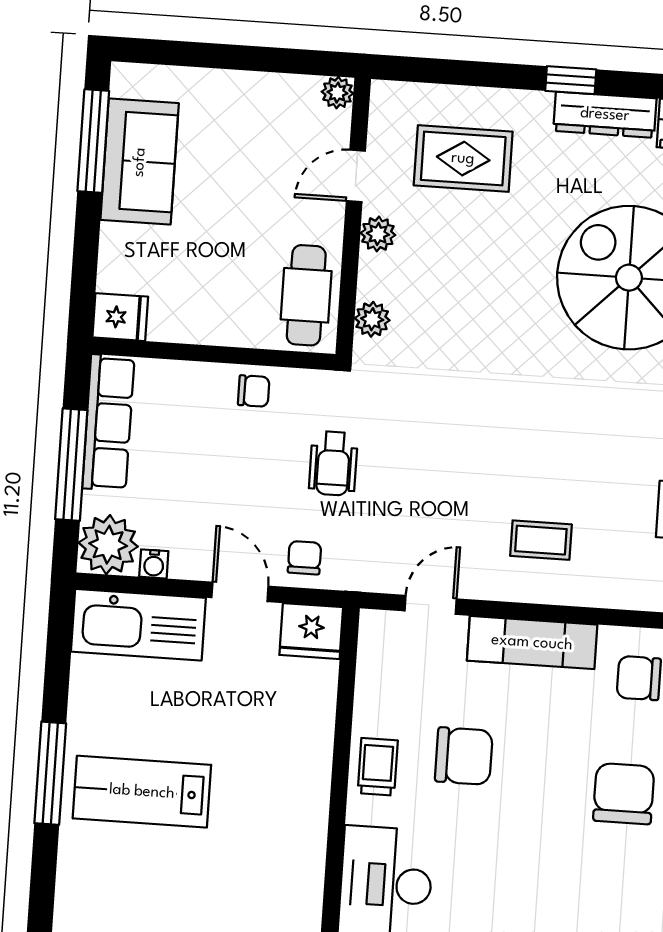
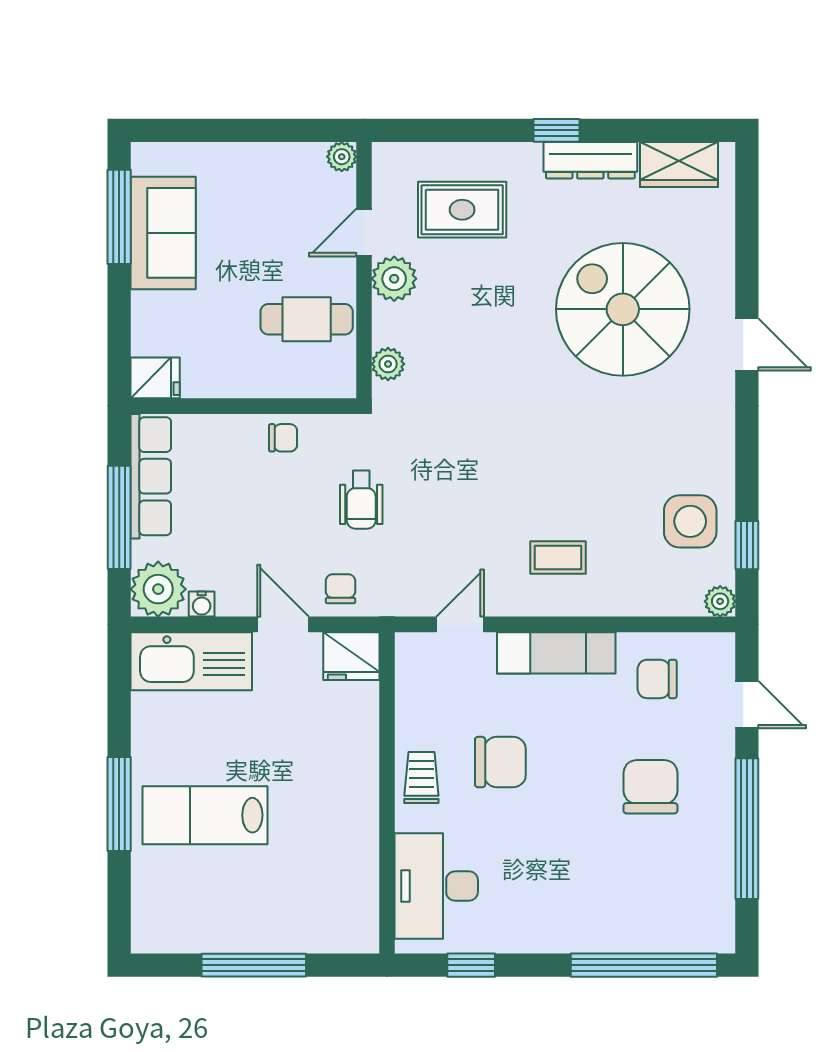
plant: (378, 234) -> (394, 279), width x1.38, depth x1.38
cafe table: (306, 295) -> (307, 319), moved, turned 90

